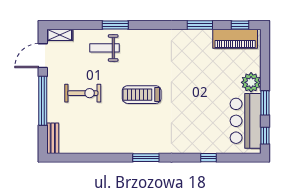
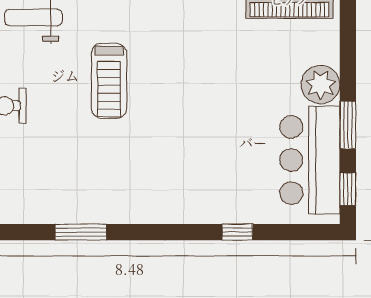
treadmill: (142, 95) -> (109, 81), moved, turned -90
window: (146, 158) -> (81, 232), moved

